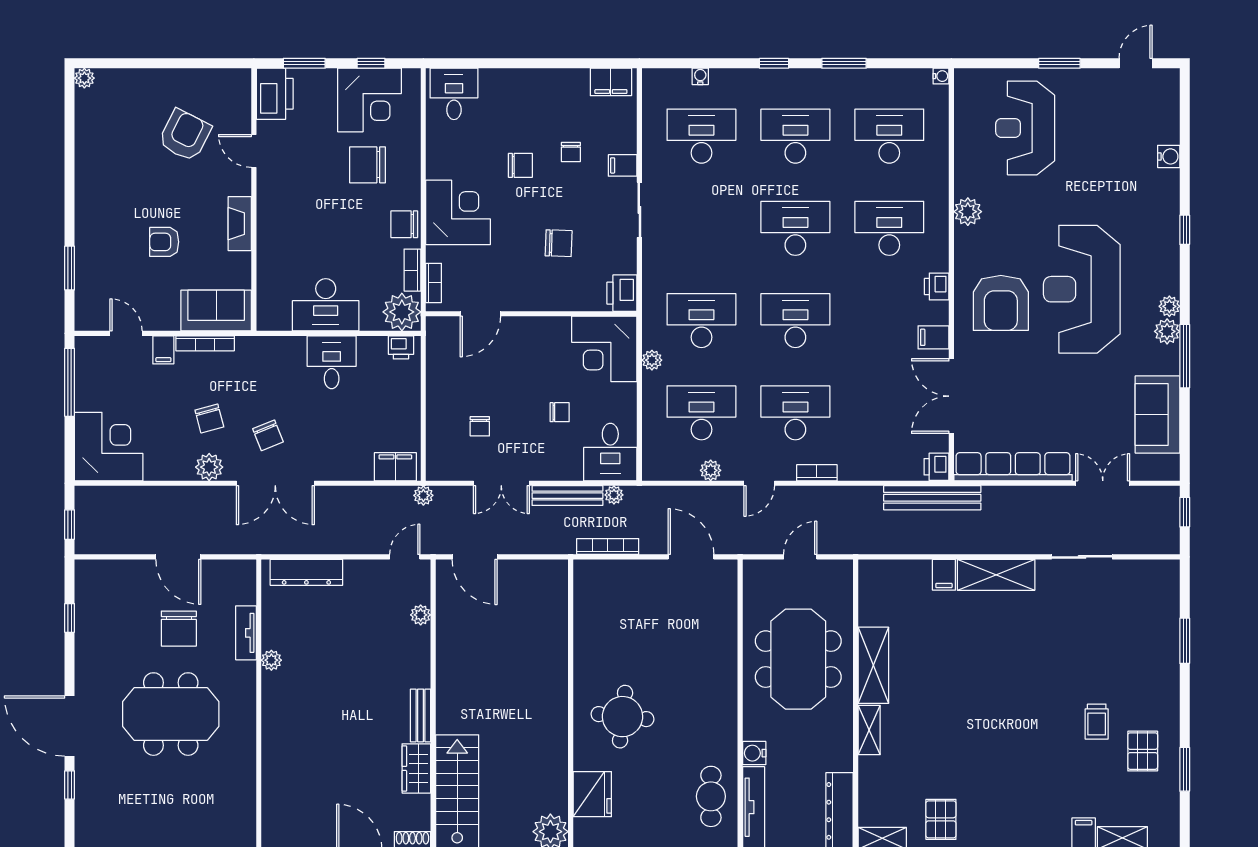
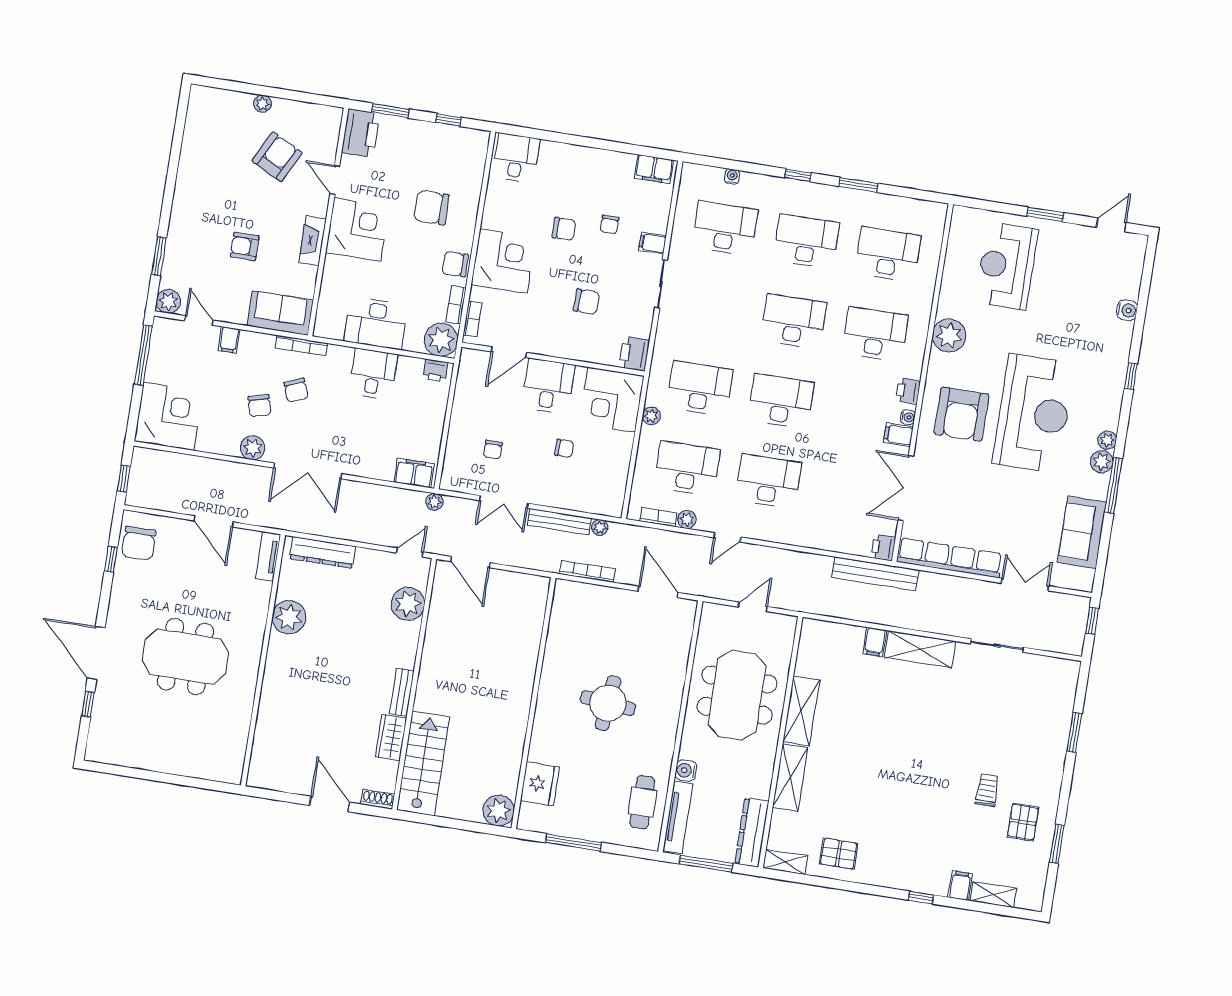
water cooler: (941, 76) -> (908, 417), moved
plant: (84, 78) -> (263, 104), moved
corner desk: (369, 100) -> (357, 230), moved, turned -90
plant: (968, 212) -> (949, 336), width x1.36, depth x1.36
reception desk: (1082, 289) -> (1034, 413), turned 180
plant: (88, 317) -> (168, 301), added
bookcase: (205, 343) -> (301, 346), moved
chair: (268, 435) -> (296, 390), moved
desk: (610, 452) -> (548, 386), moved, turned 180
bookcase: (817, 473) -> (658, 517), moved
plant: (421, 615) -> (408, 604), width x1.88, depth x1.88
chair: (179, 629) -> (139, 543), moved
tv unit: (246, 633) -> (268, 556), moved
plant: (271, 660) -> (289, 617), width x1.88, depth x1.88
round table: (623, 717) -> (608, 703), moved
trolley: (1097, 722) -> (987, 790), turned 180
shelving: (869, 730) -> (790, 778), width x1.50, depth x1.33
pallet: (941, 819) -> (839, 854), turned 90

